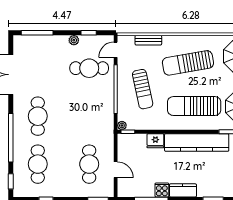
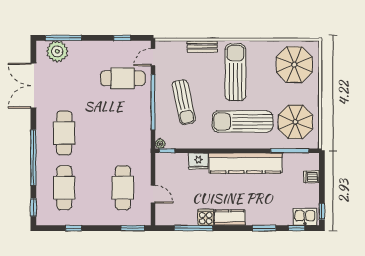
plant: (74, 40) -> (57, 51), moved, width x1.88, depth x1.88
bench: (148, 40) -> (202, 46), moved
sun lounger: (188, 63) -> (235, 72), turned 100

